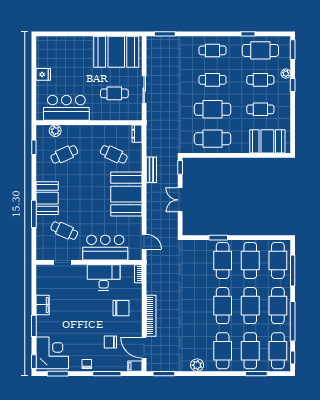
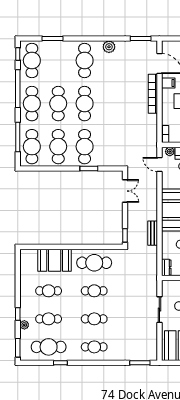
cafe table: (213, 109) -> (94, 291), width x0.73, depth x0.74
booth: (267, 141) -> (55, 260), moved
double door: (180, 200) -> (125, 191), moved
plant: (133, 255) -> (170, 152), added
cafe table: (250, 351) -> (58, 60), removed
filing cabinet: (135, 366) -> (168, 83), moved

